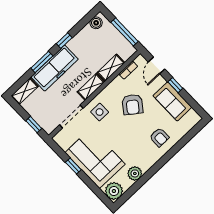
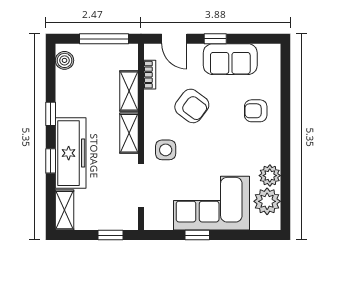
window: (42, 62) -> (51, 161), width x0.67
armchair: (159, 137) -> (256, 111), turned 180
plant: (114, 191) -> (267, 201), moved

